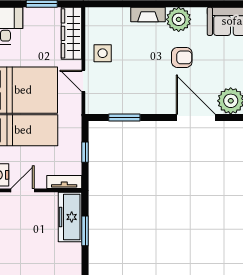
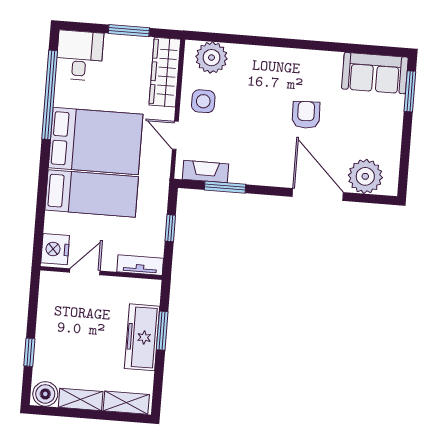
fireplace: (148, 15) -> (206, 172), moved, turned 180
plant: (179, 19) -> (211, 58), moved
armchair: (182, 57) -> (306, 115), turned -92
freezer: (70, 217) -> (142, 337), moved

